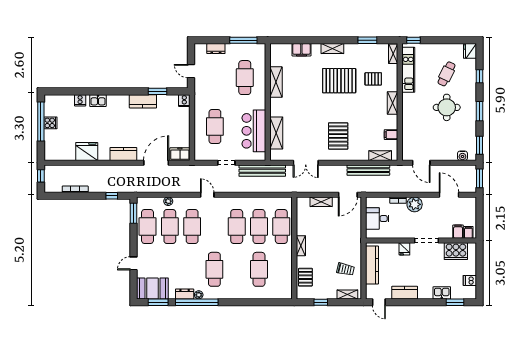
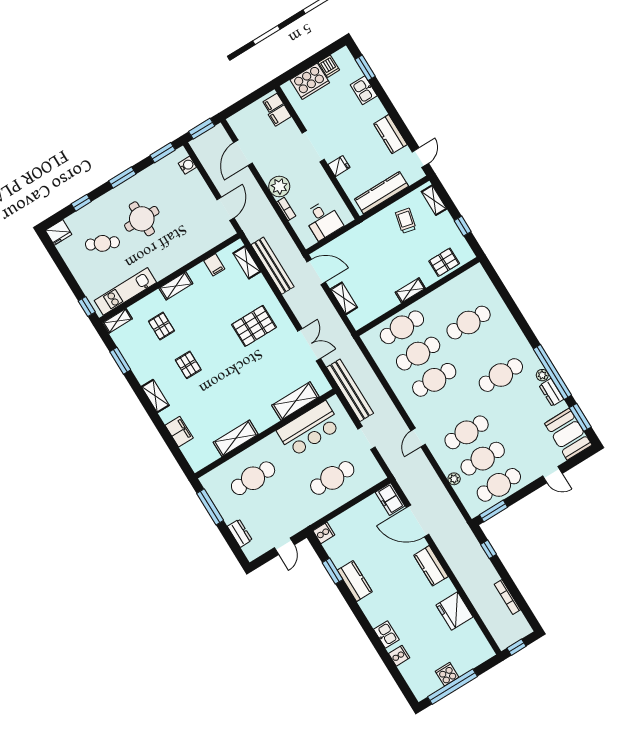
pallet: (339, 81) -> (188, 365), width x0.49, depth x0.50
cooker: (456, 251) -> (310, 81), moved, turned 90

